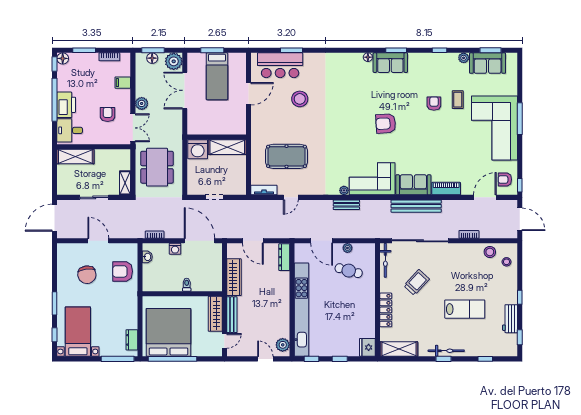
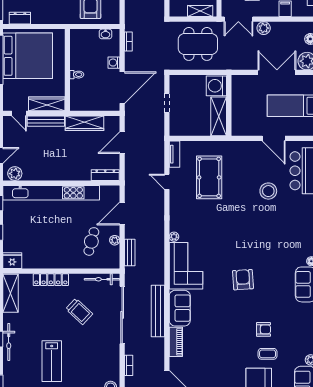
shelving: (125, 183) -> (200, 11), moved
bench: (346, 205) -> (130, 252), moved

